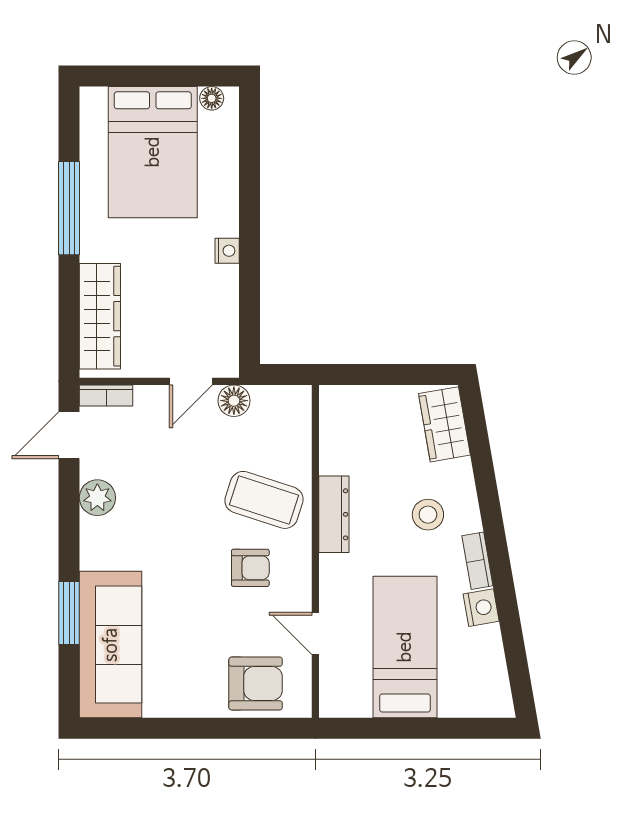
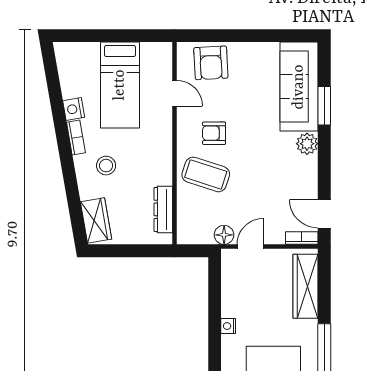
door: (69, 435) -> (324, 214), swing flipped
plant: (97, 498) -> (307, 144), moved
dresser: (334, 514) -> (163, 209), moved
armchair: (256, 683) -> (211, 63), turned -93

